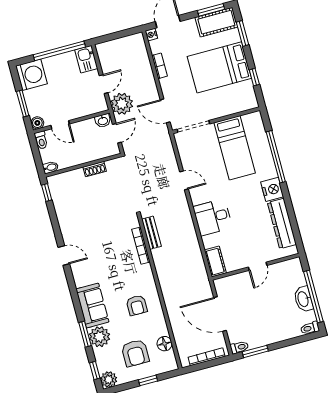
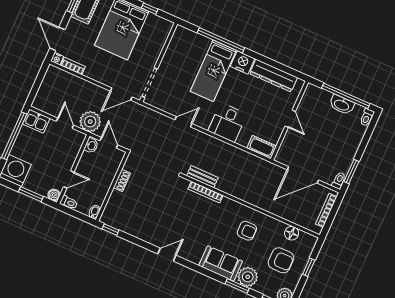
bookcase: (160, 66) -> (73, 66), moved
bed: (235, 148) -> (213, 71), moved, turned 90

